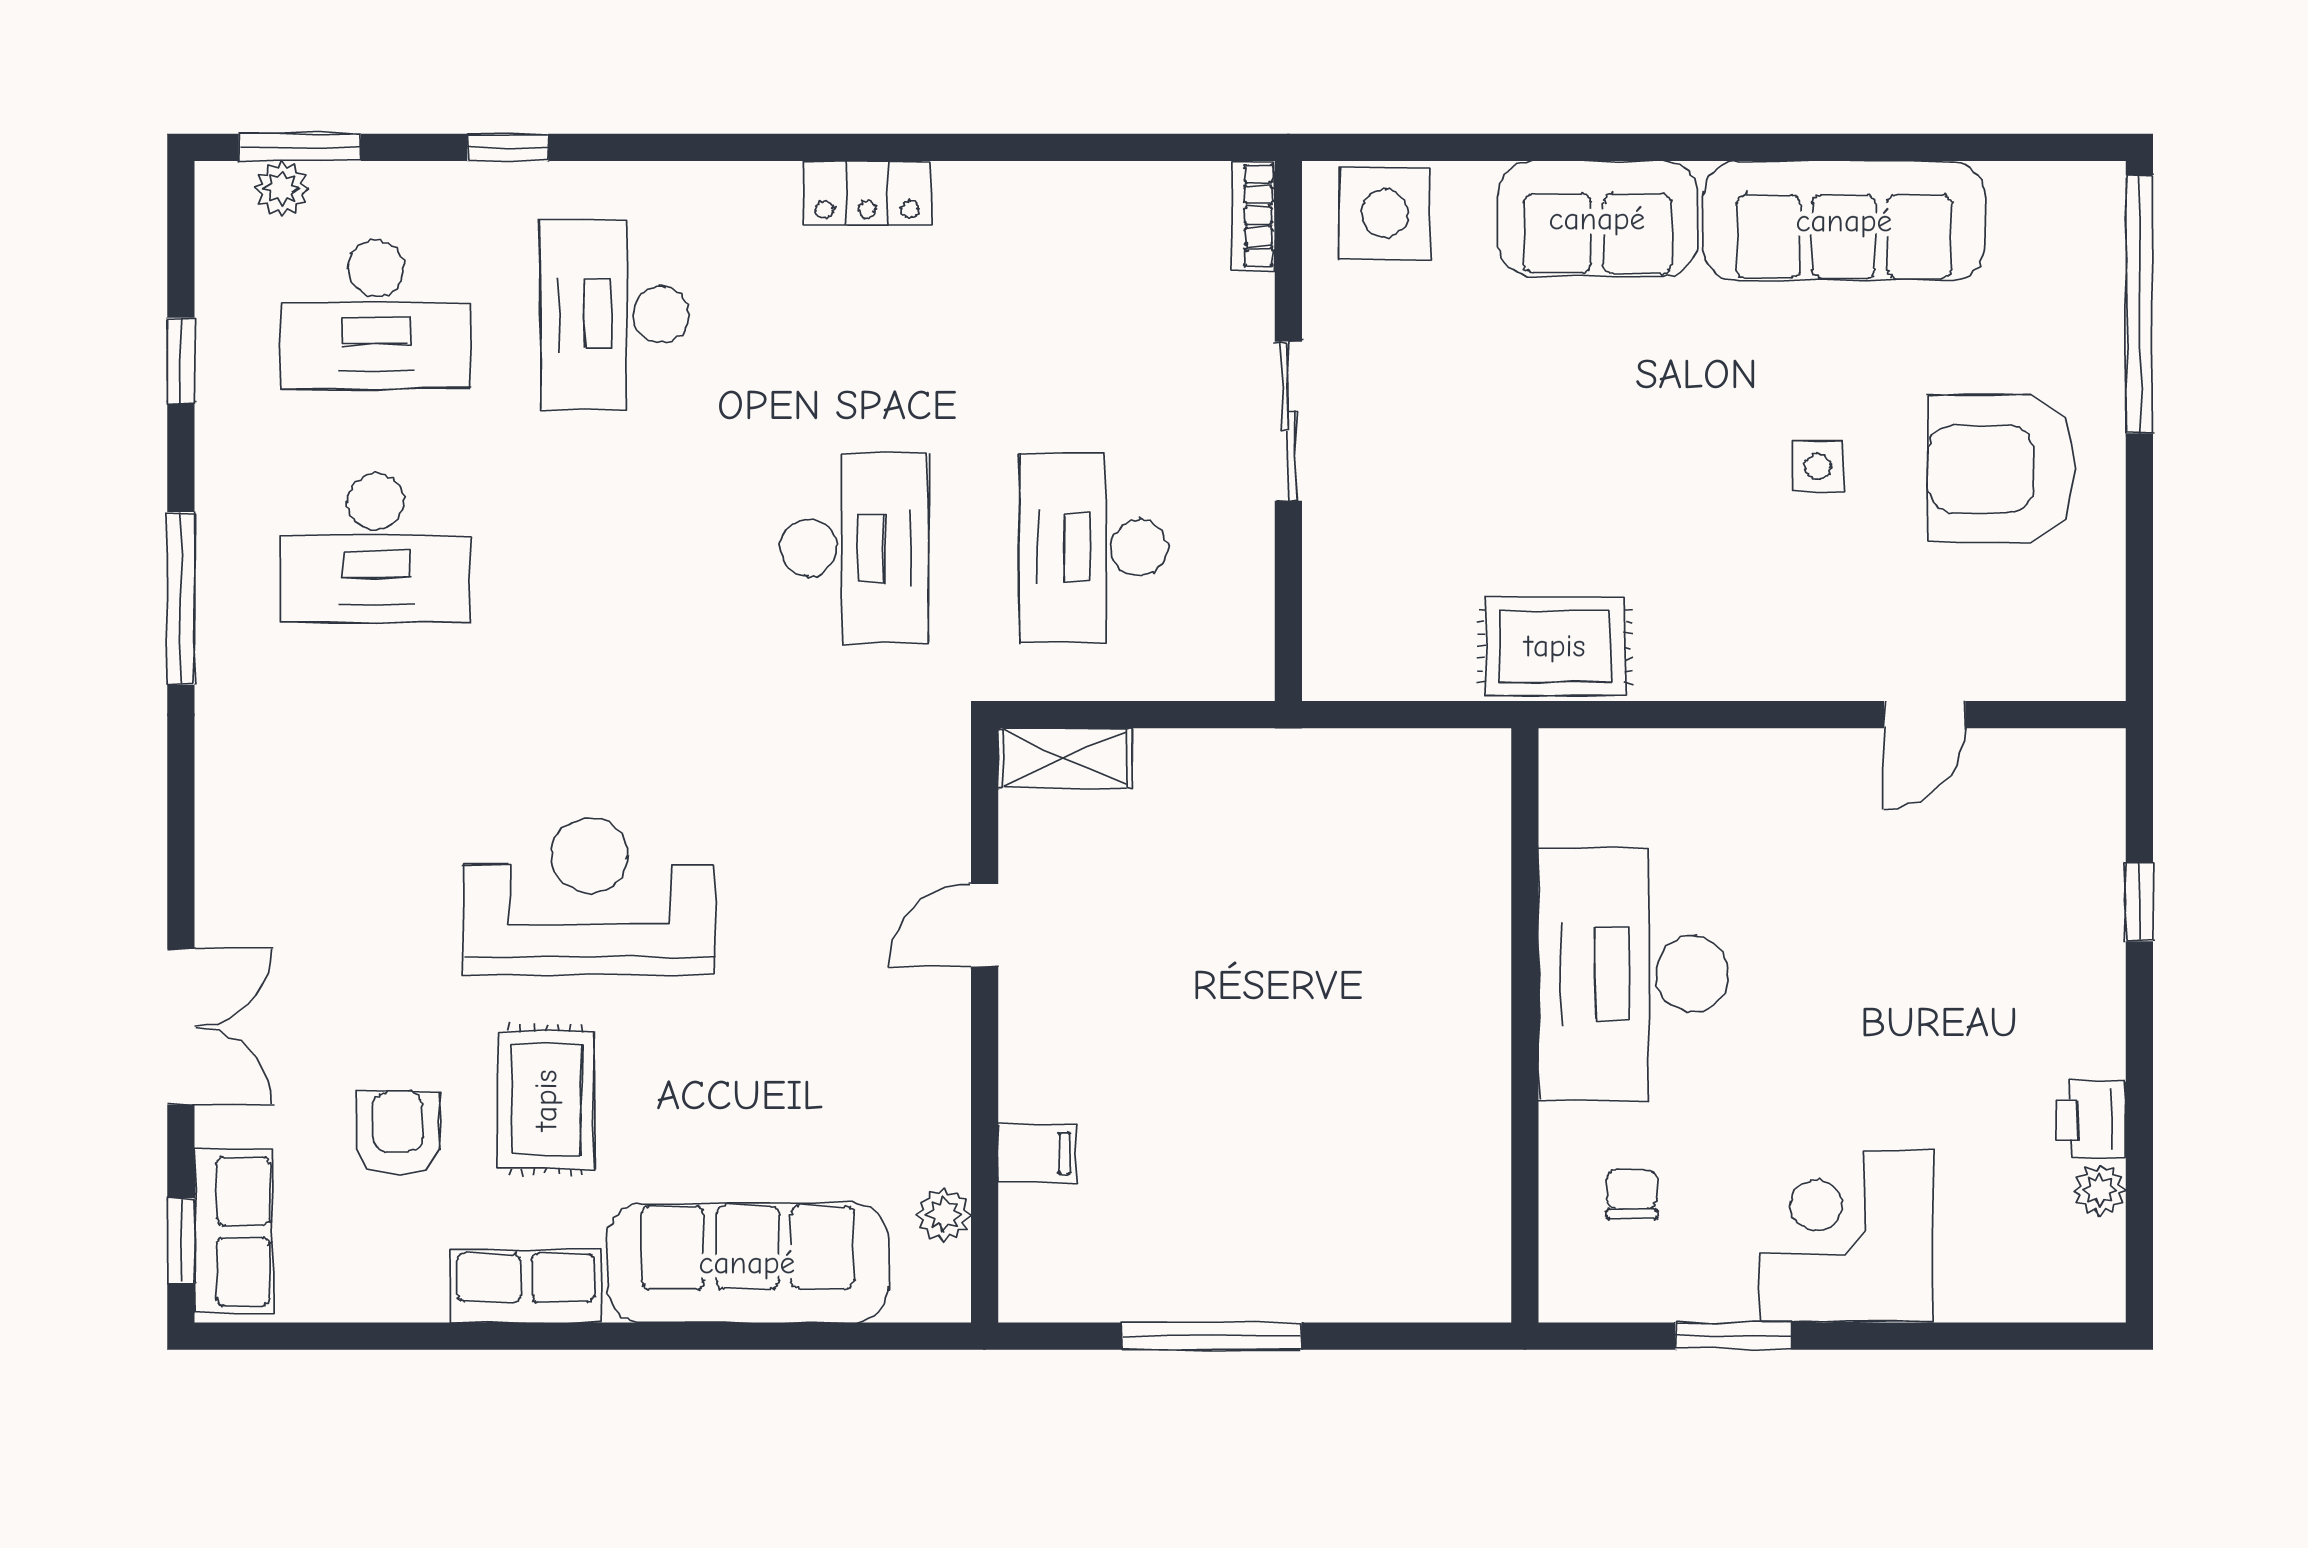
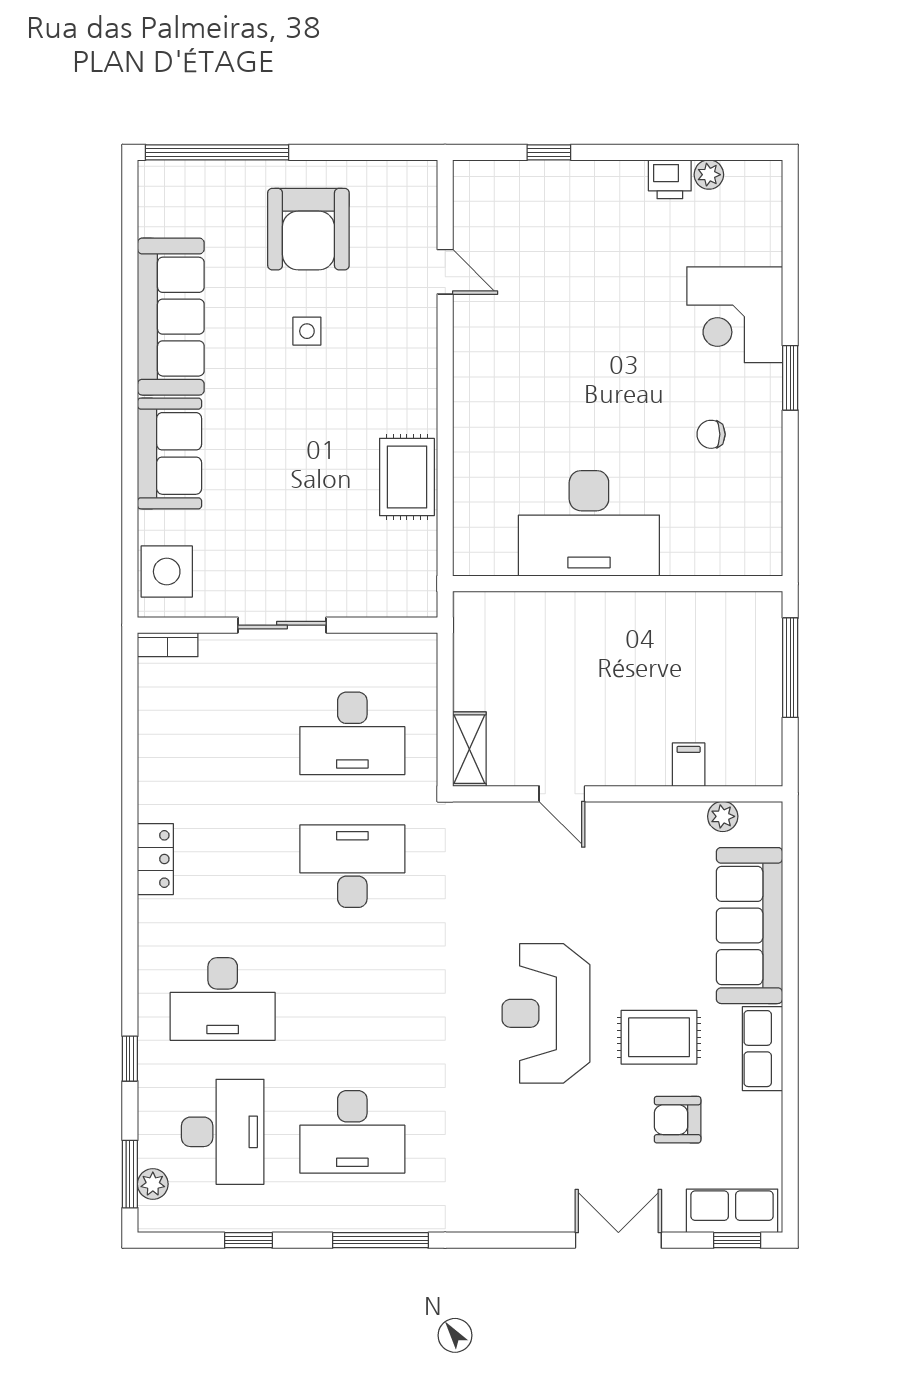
desk: (376, 548) -> (352, 1132), turned 90
desk: (1633, 974) -> (589, 523), moved
wall: (1525, 1025) -> (618, 584), moved

